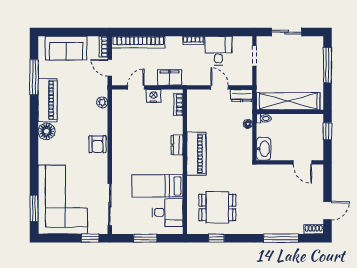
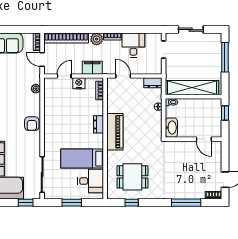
plant: (175, 43) -> (97, 39), added
door: (220, 87) -> (123, 76), moved

